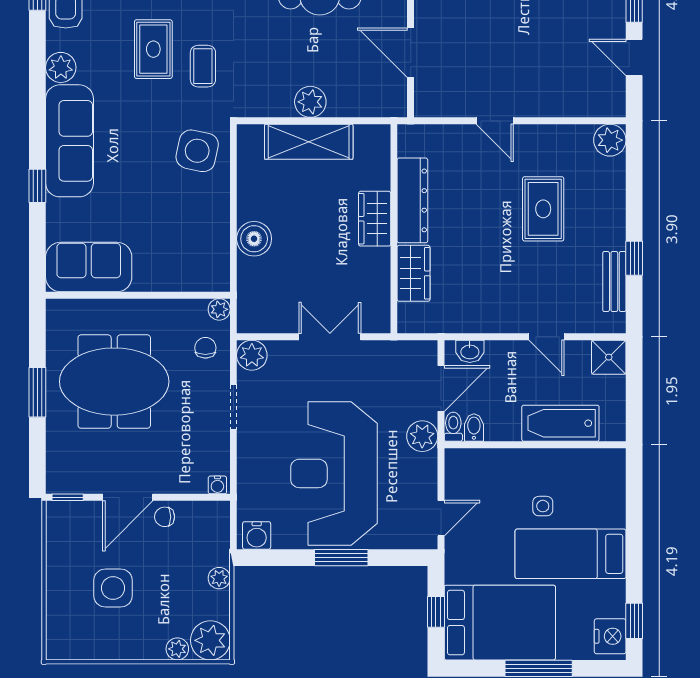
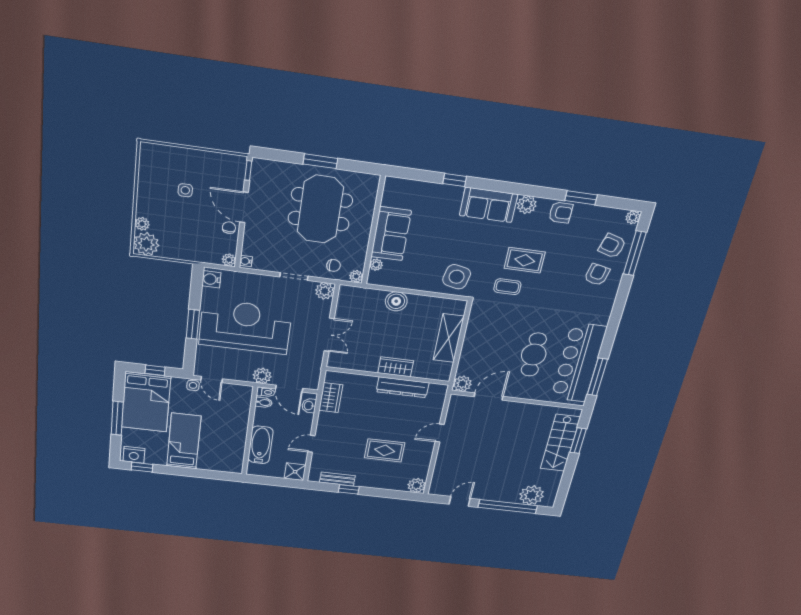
plant: (310, 102) -> (462, 384), moved
sofa: (70, 141) -> (489, 205), width x0.73
sofa: (89, 267) -> (391, 234), moved
wardrobe: (414, 273) -> (331, 398), moved, turned -90
plant: (194, 281) -> (376, 265), added
side table: (543, 506) -> (193, 385), moved
plant: (219, 578) -> (229, 260), moved
side table: (113, 588) -> (185, 190), width x0.54, depth x0.54

